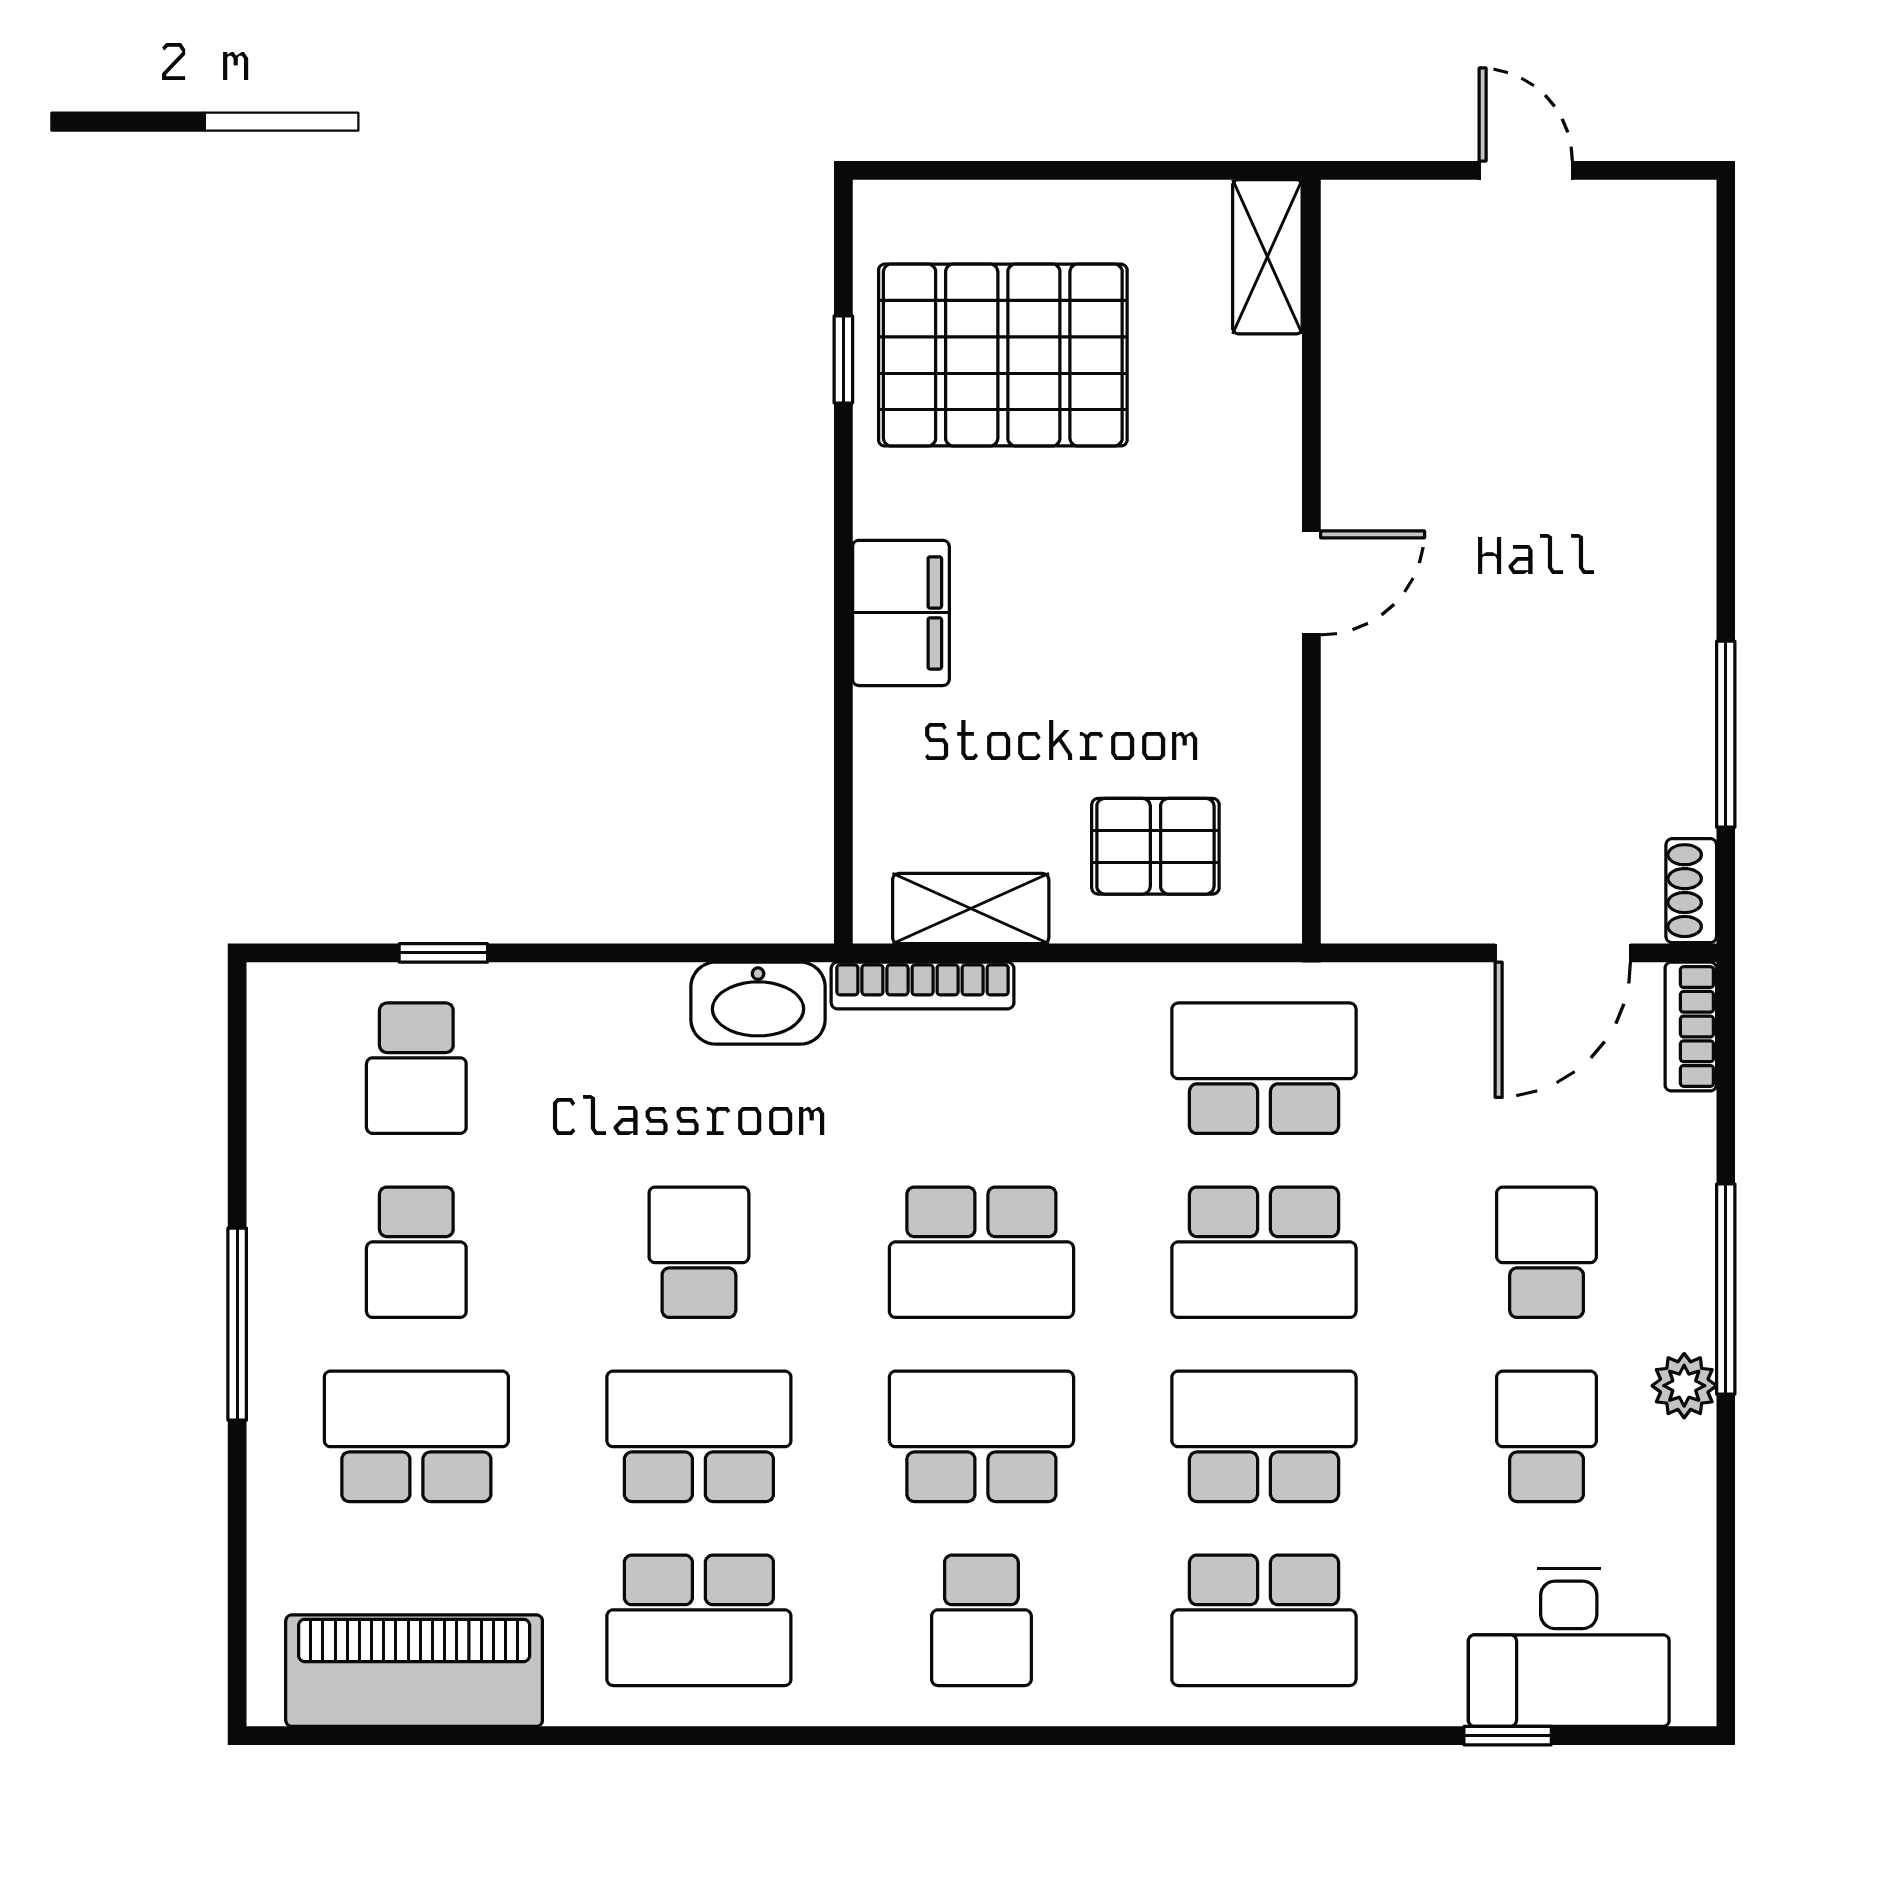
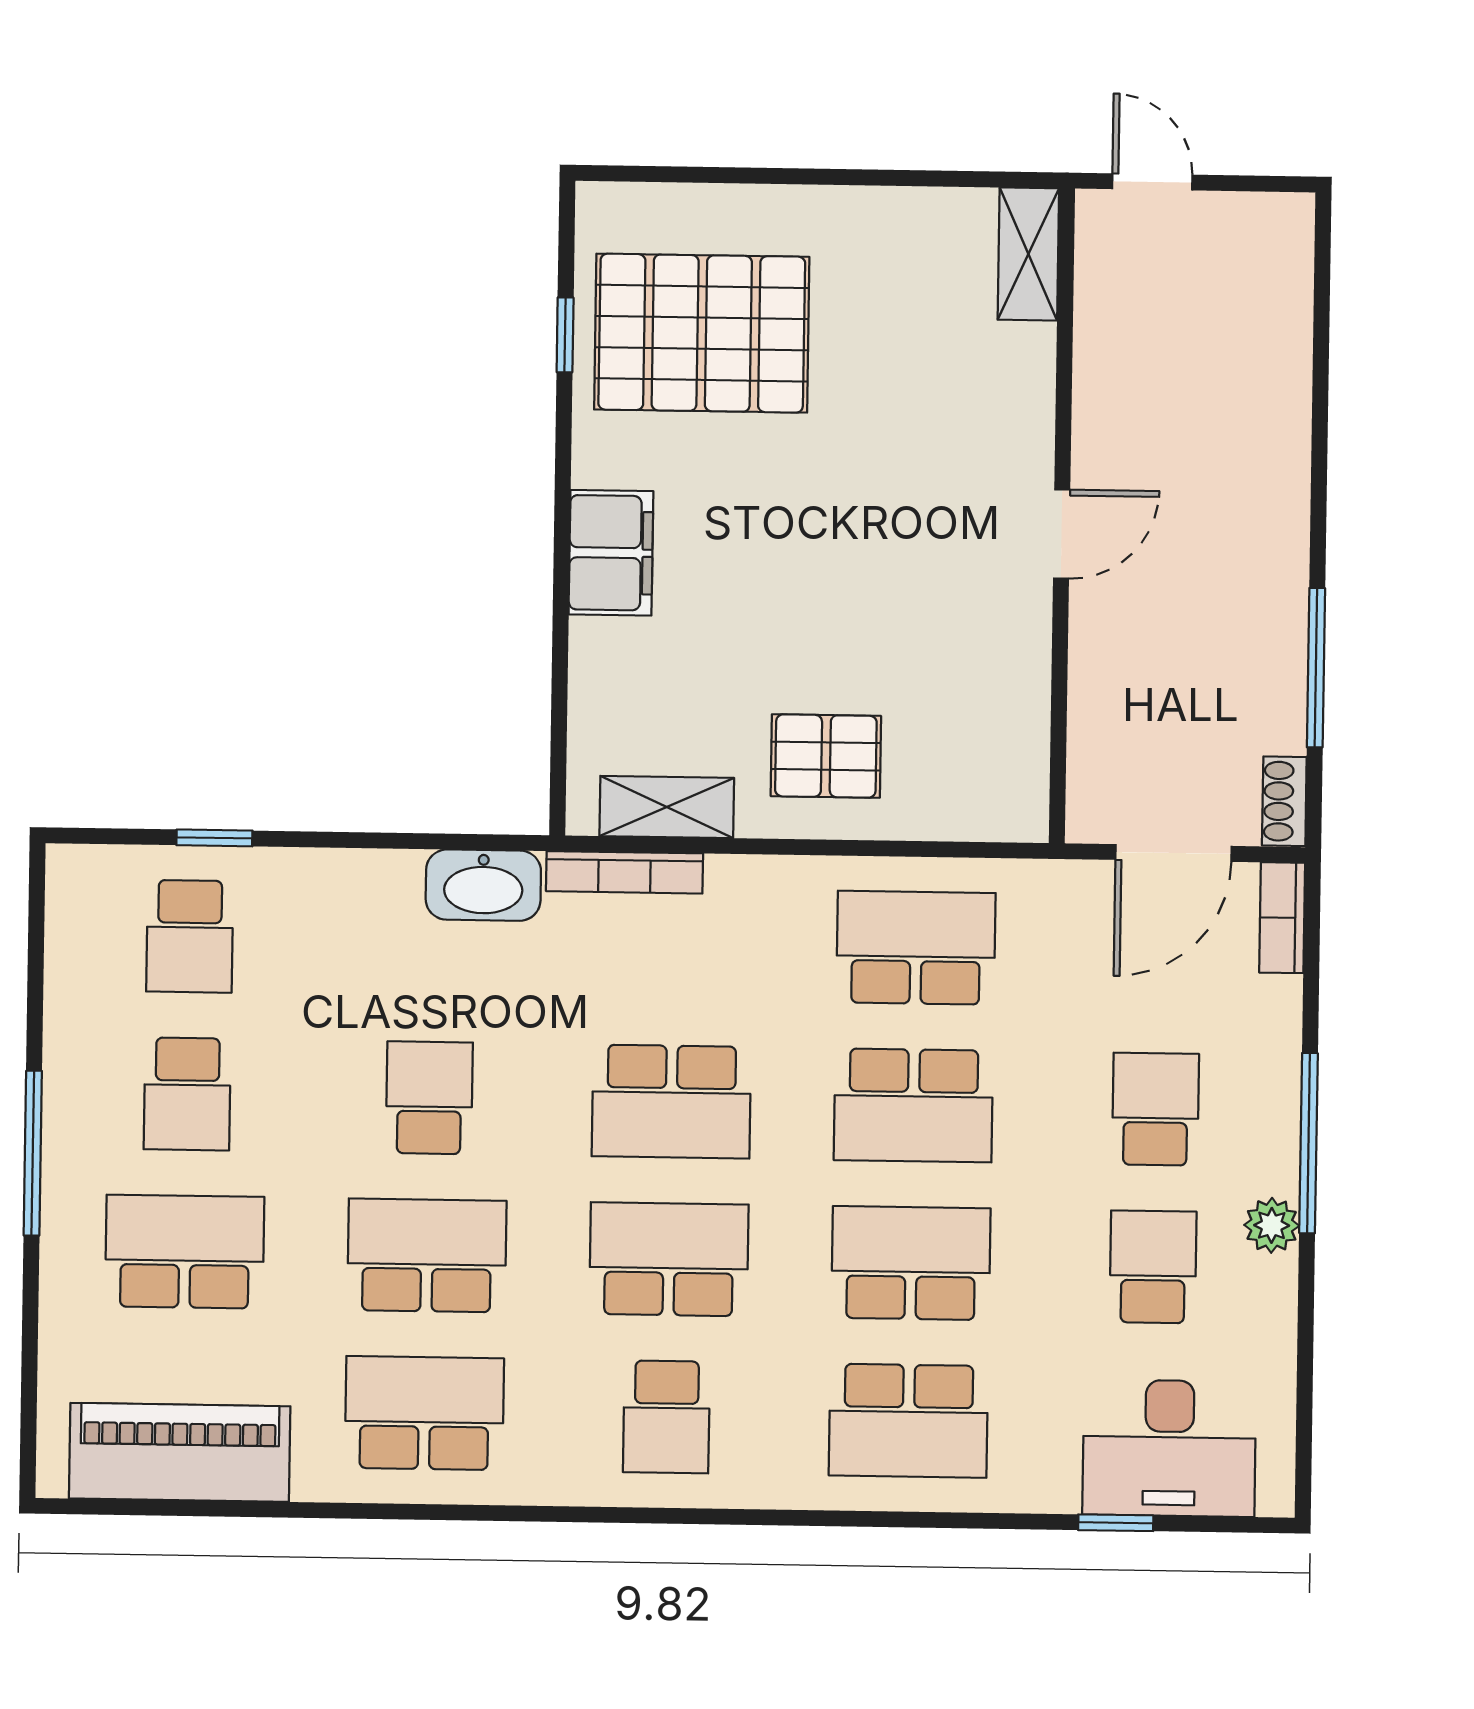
shelving: (1267, 257) -> (1028, 254), moved
wall: (1311, 562) -> (1062, 516), moved
door: (1311, 583) -> (1062, 534), moved
school desk: (699, 1620) -> (424, 1413), turned 180

